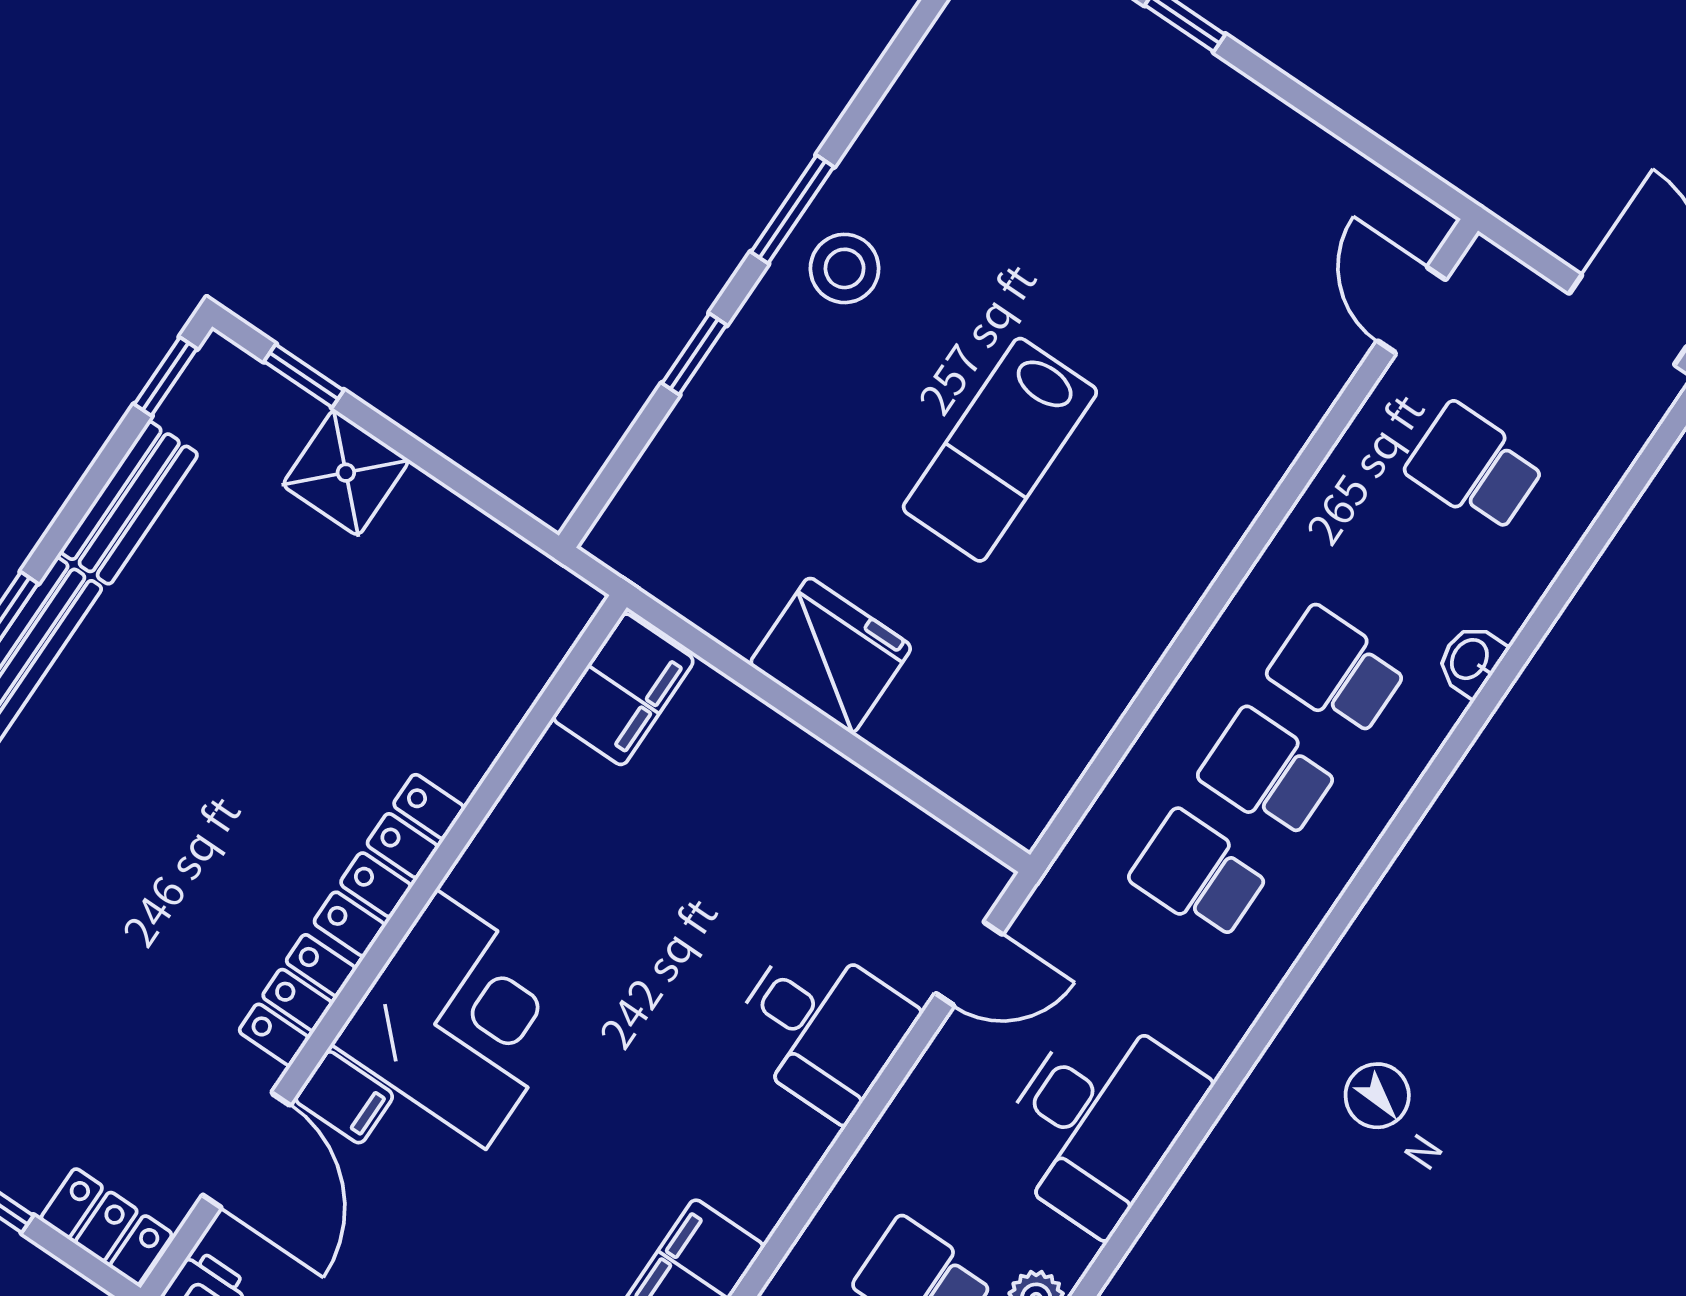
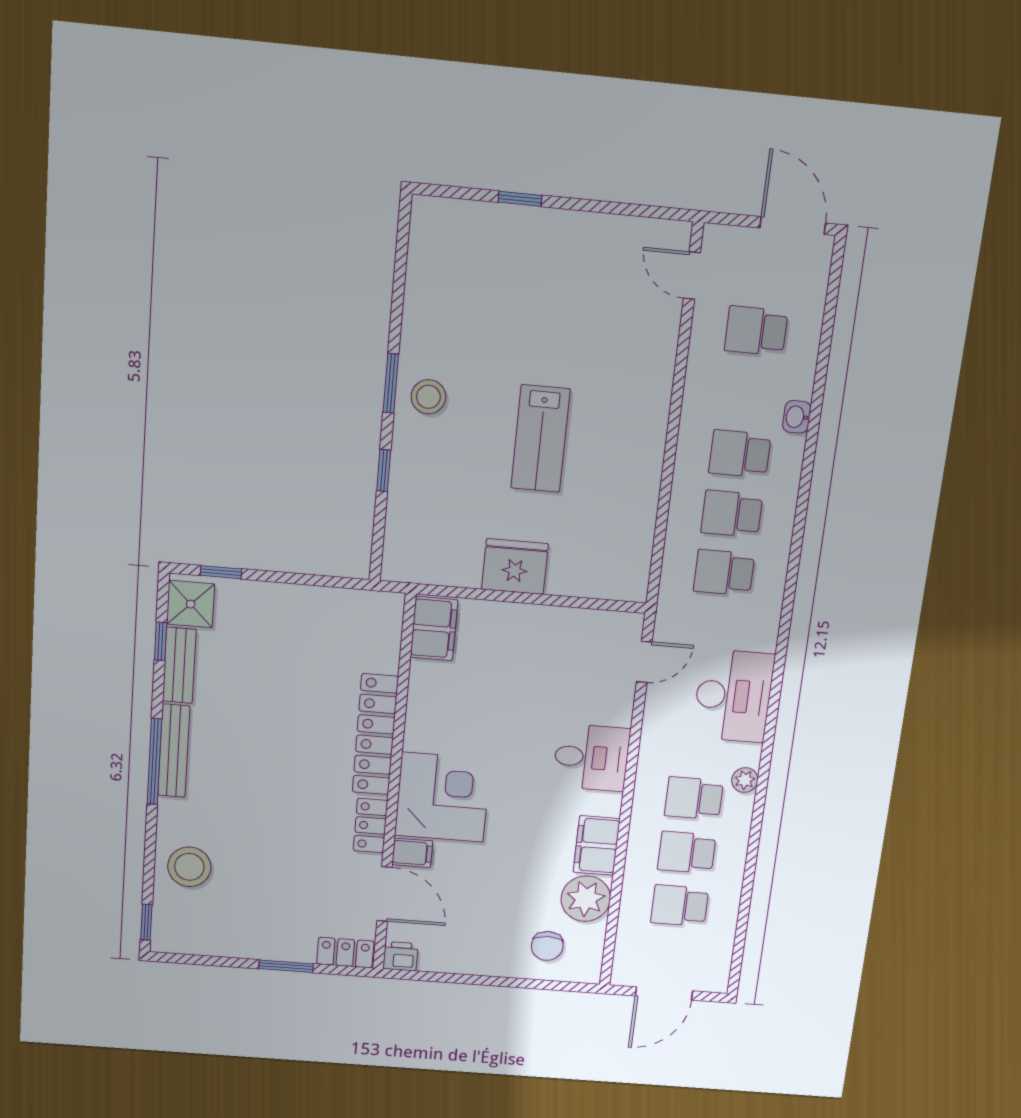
window: (166, 376) -> (161, 641), moved
shower: (346, 473) -> (191, 604), moved
locker: (389, 865) -> (375, 734), width x1.41, depth x1.21
desk: (822, 1027) -> (591, 758), moved

